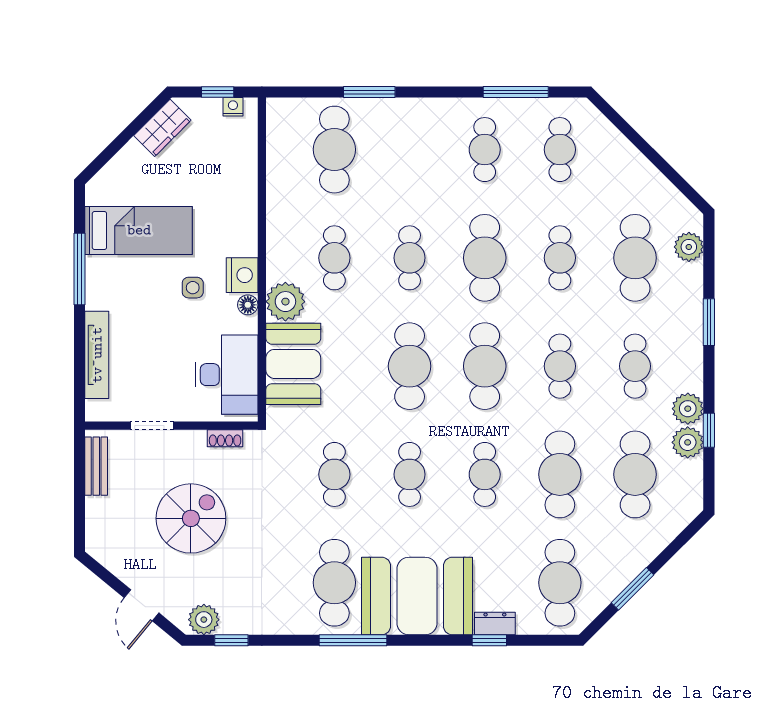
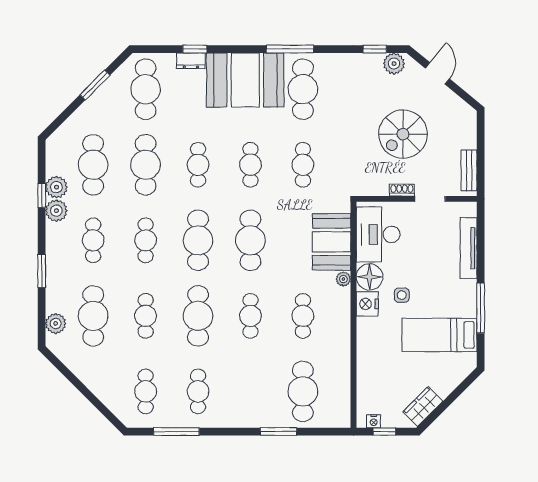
plant: (285, 302) -> (343, 279), width x0.53, depth x0.53
floor lamp: (248, 305) -> (370, 277), width x1.89, depth x1.89
shoe rack: (225, 438) -> (402, 190), moved

